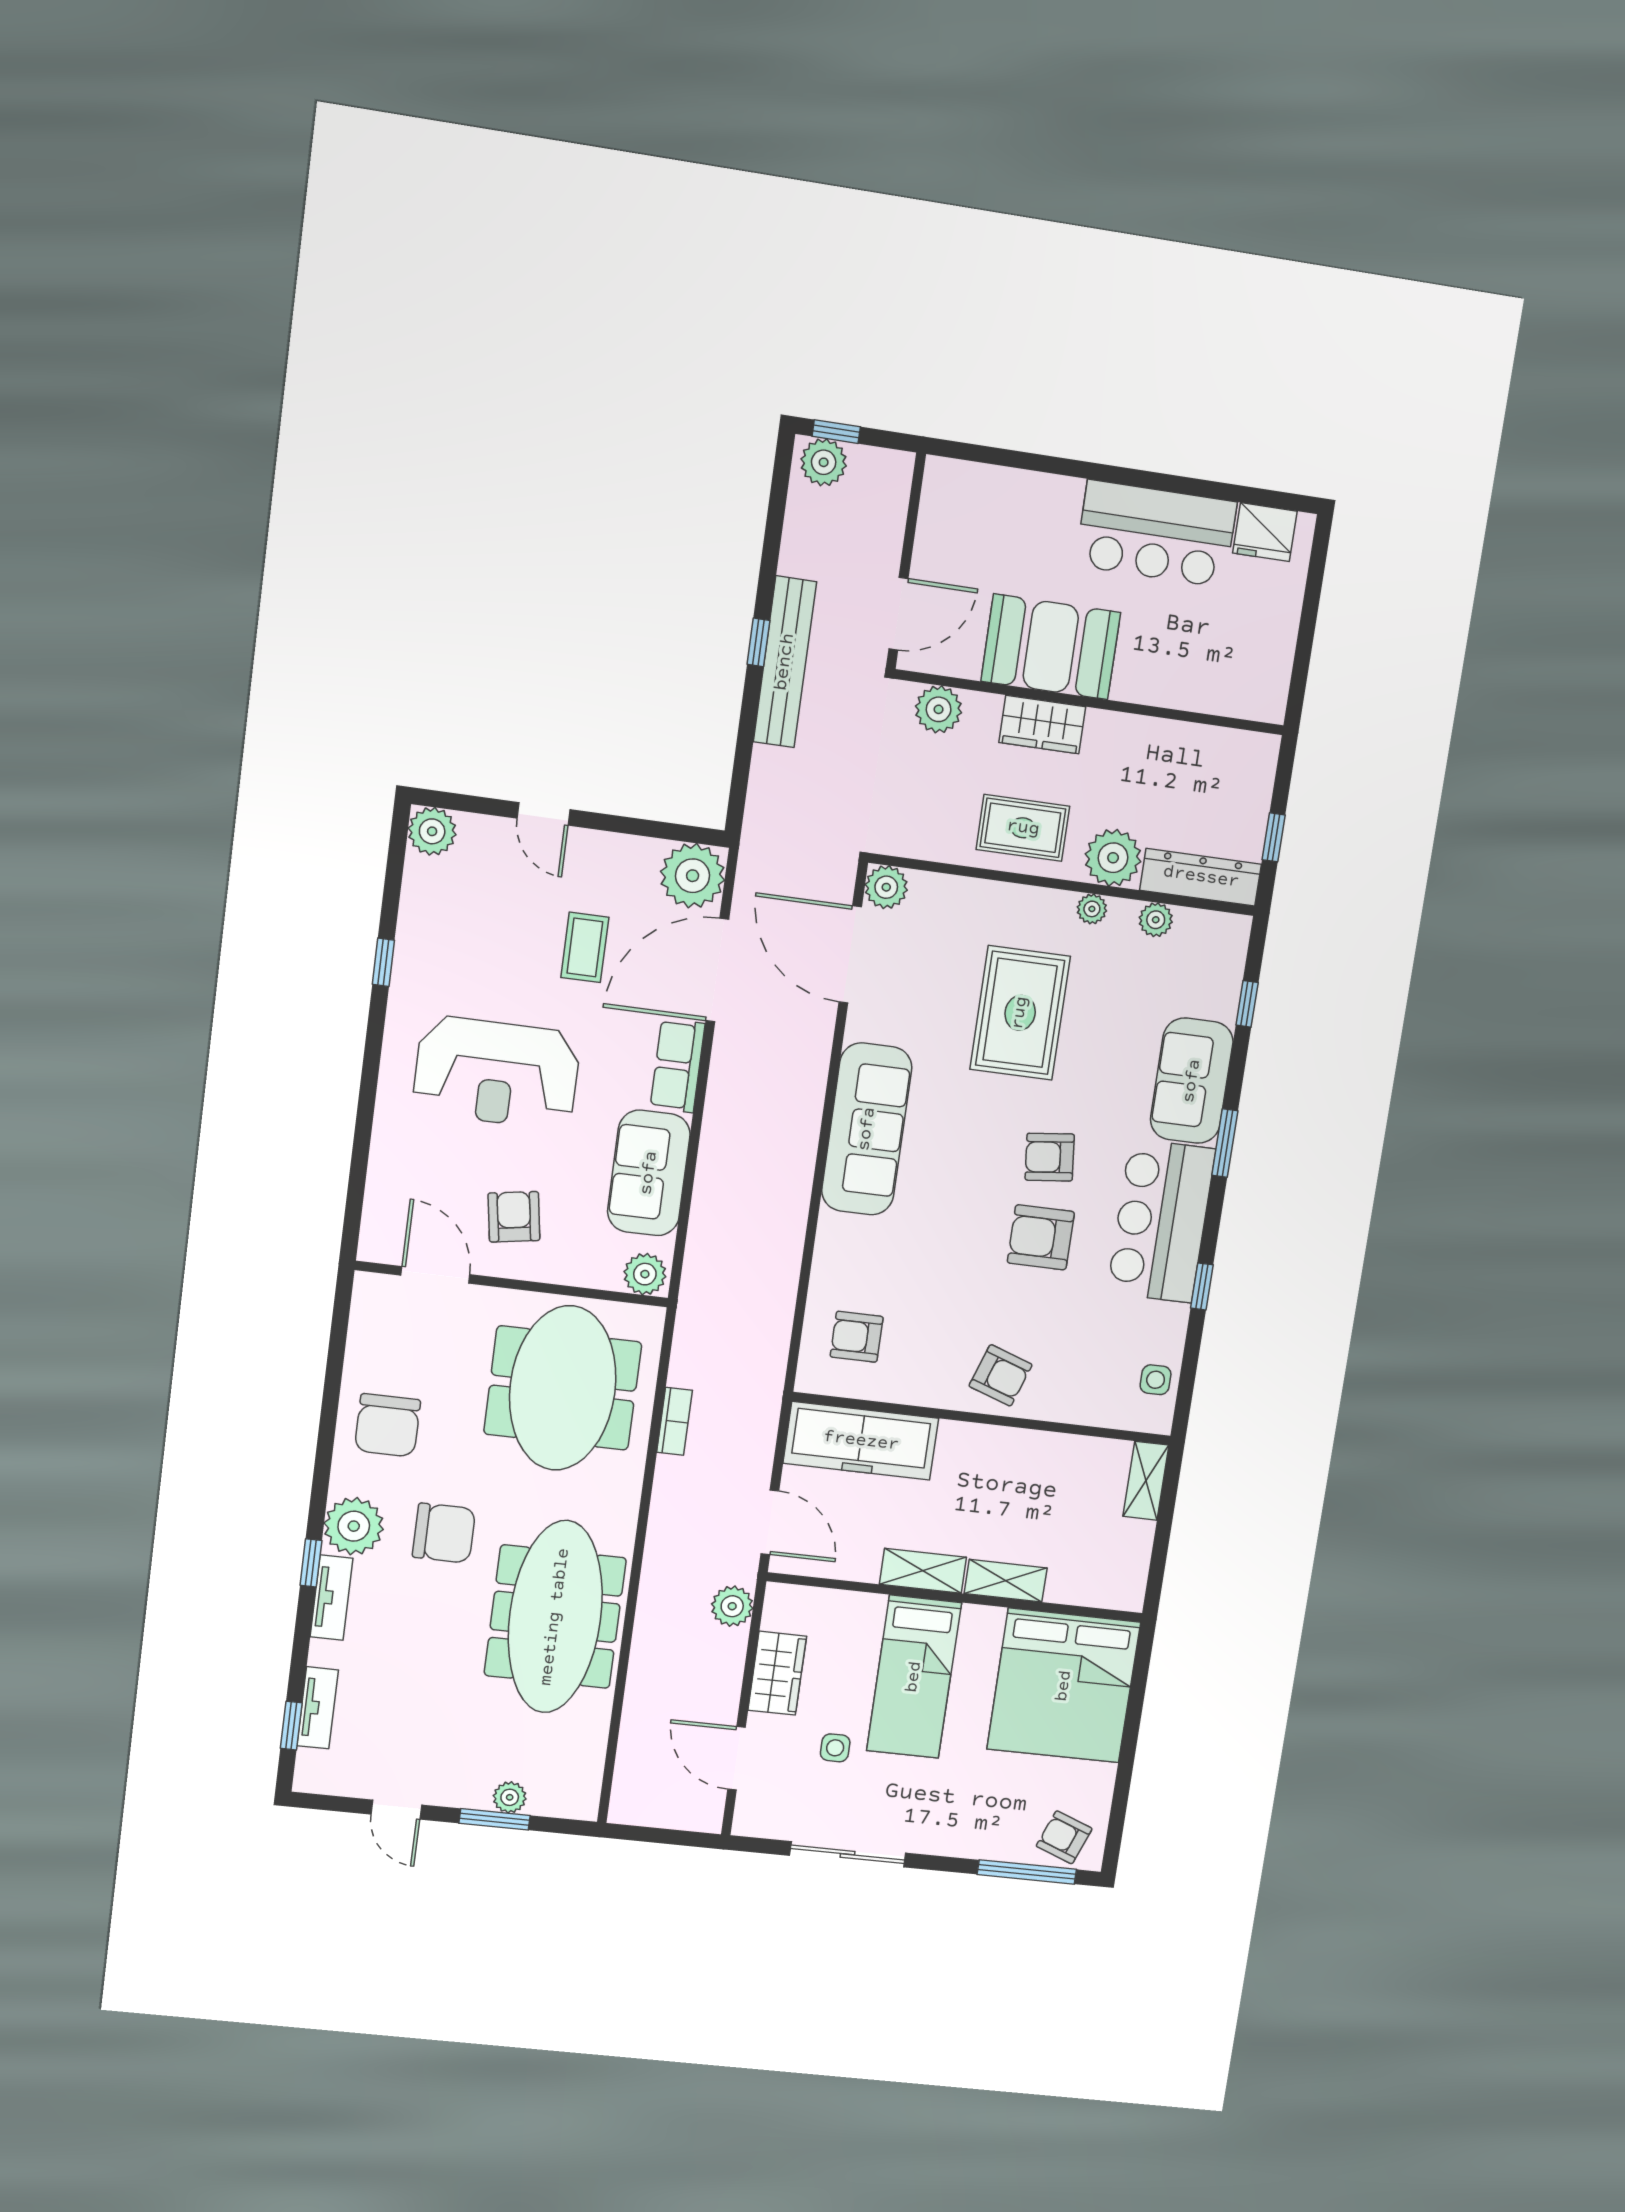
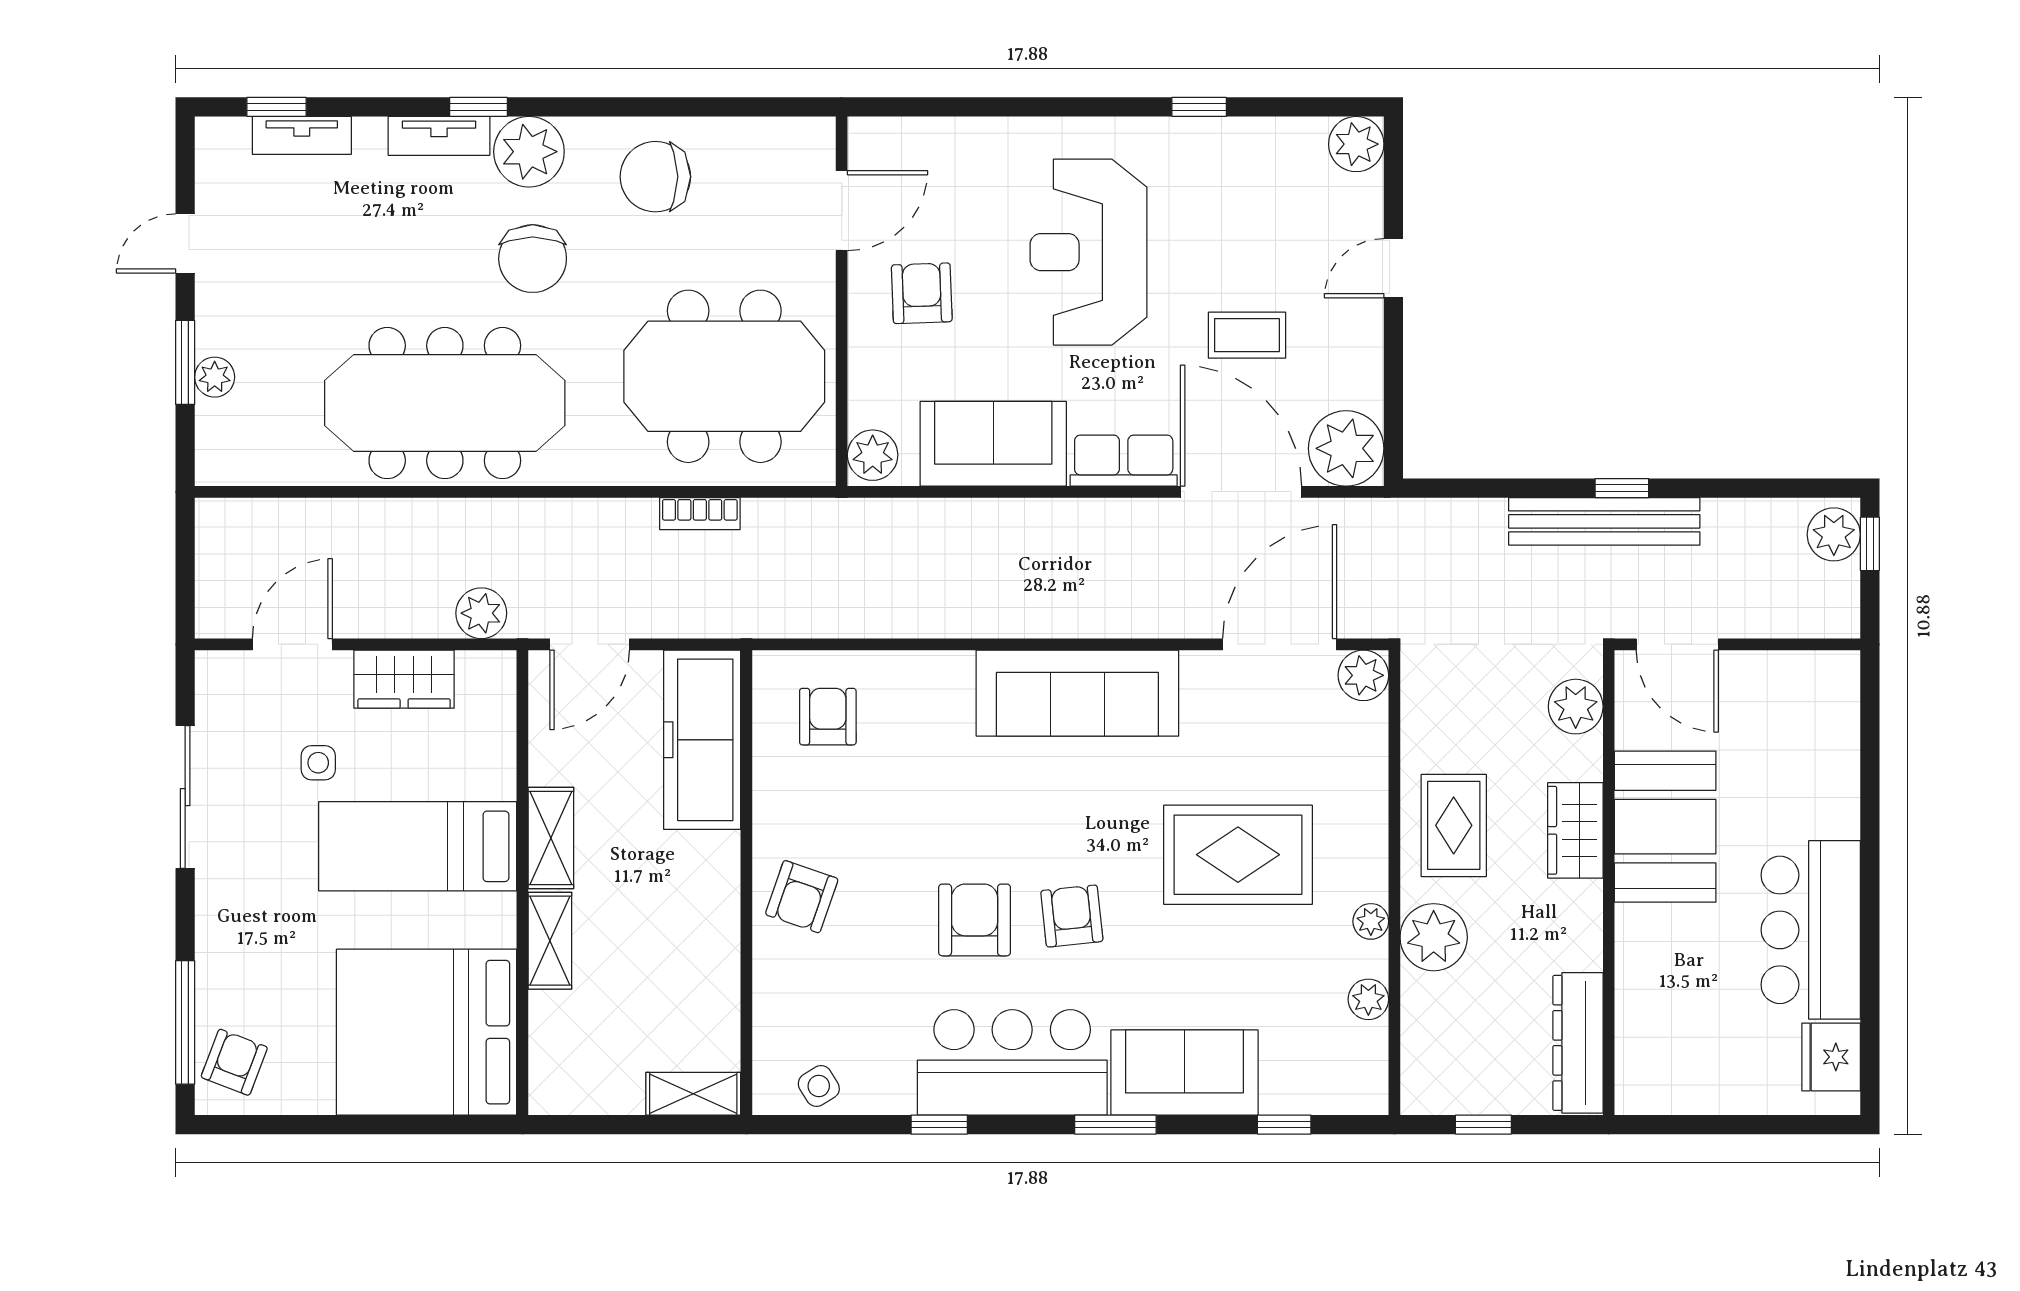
dresser: (1201, 877) -> (1578, 1043), moved, turned 180
armchair: (514, 1217) -> (922, 293), turned -83
side table: (1156, 1380) -> (819, 1086), turned -32

